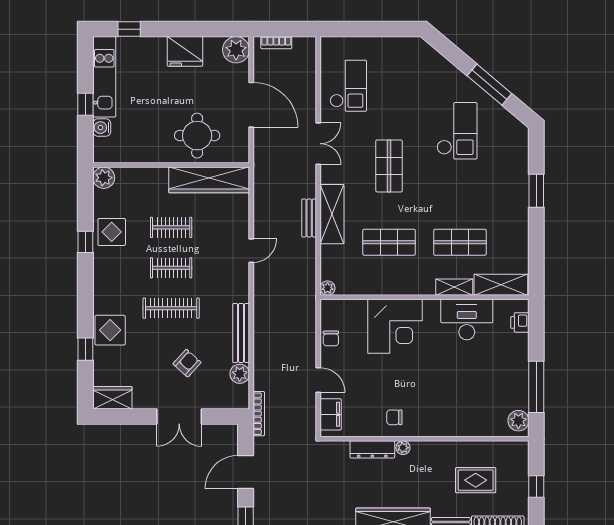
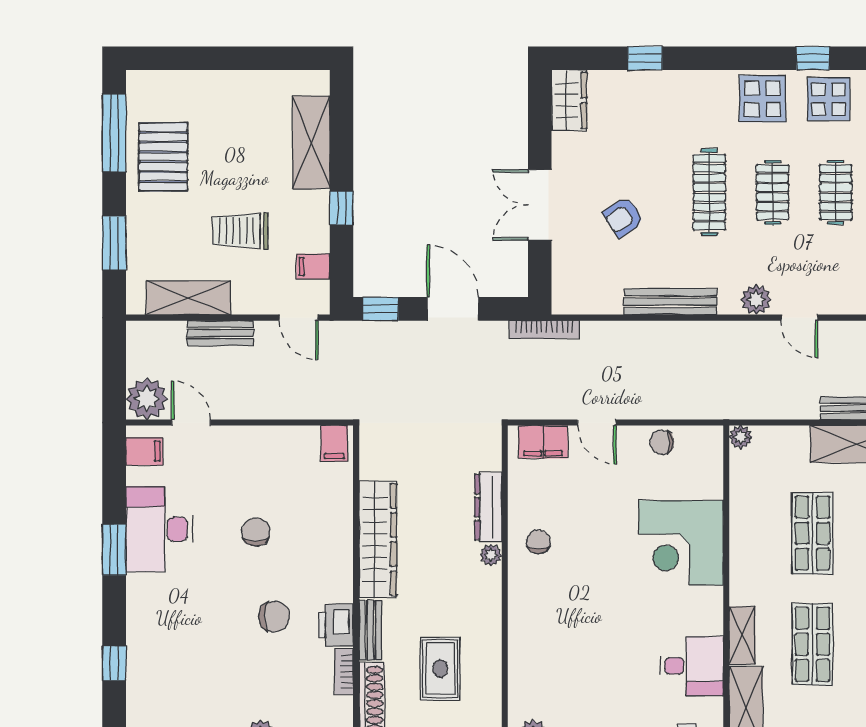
desk: (467, 320) -> (692, 666), width x0.73
display table: (110, 330) -> (762, 99), moved
armchair: (187, 363) -> (623, 217), turned 105
plant: (240, 374) -> (756, 300), moved
door: (318, 380) -> (597, 423), hinge flipped

